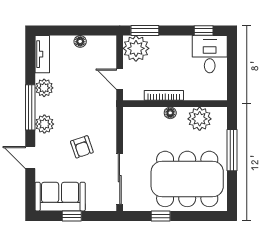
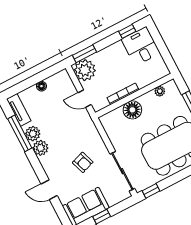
window: (30, 107) -> (20, 133), moved
floor lamp: (170, 113) -> (132, 110), width x1.89, depth x1.89
plant: (200, 119) -> (160, 91), width x0.53, depth x0.53
plant: (44, 124) -> (41, 148), moved
window: (161, 216) -> (151, 191), moved

